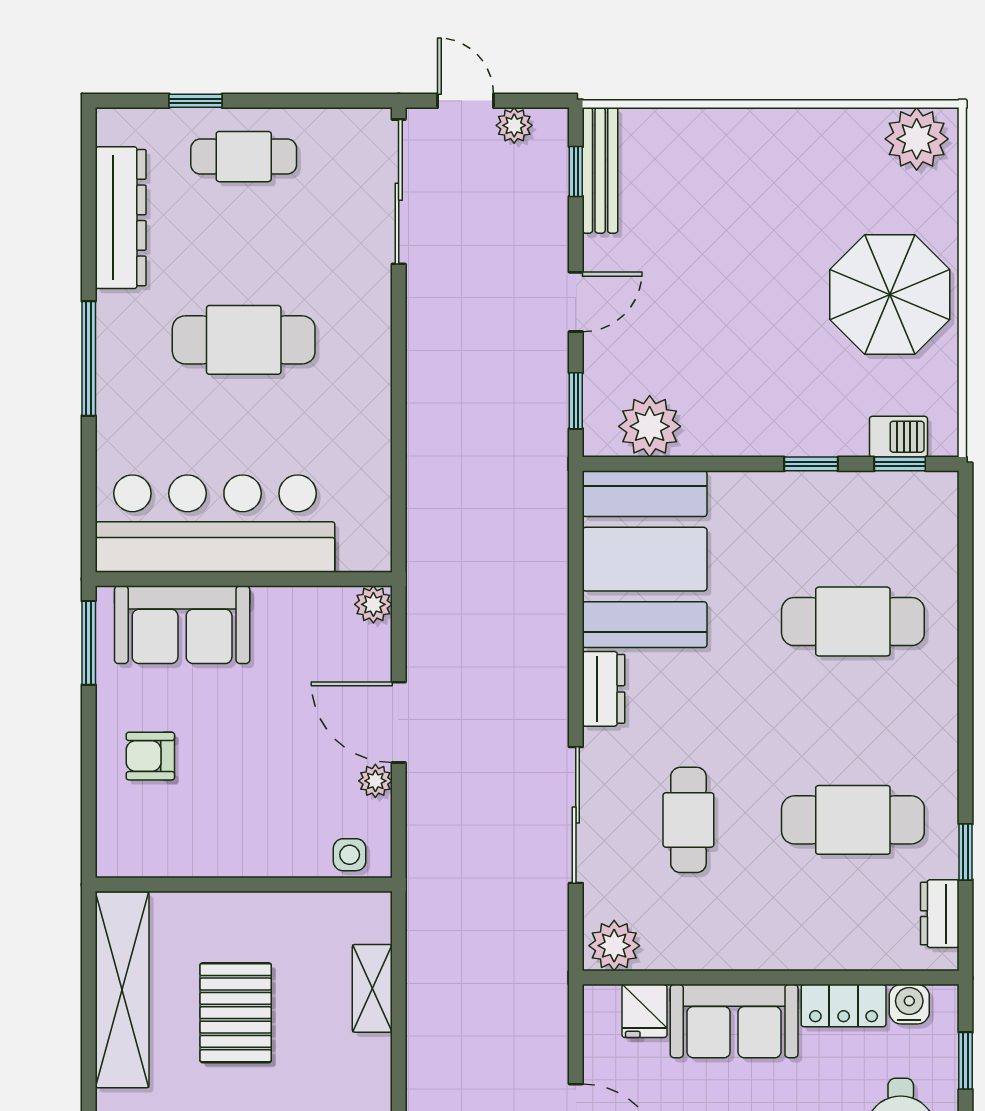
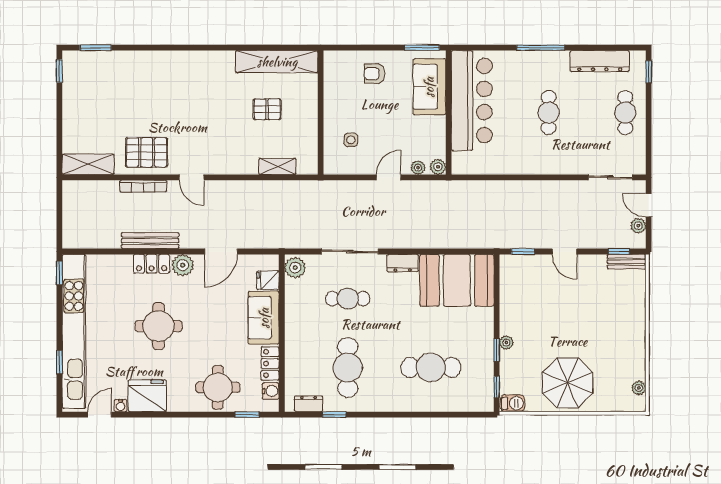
window: (196, 101) -> (649, 72), moved
door: (465, 101) -> (649, 205), swing flipped
plant: (917, 139) -> (639, 388), width x0.53, depth x0.53
bench: (600, 170) -> (627, 262), width x0.73
sliding door: (399, 192) -> (611, 177), width x0.73
cafe table: (244, 340) -> (549, 113), width x0.73, depth x0.74
plant: (650, 426) -> (506, 343), moved, width x0.53, depth x0.53
barbecue: (898, 437) -> (513, 403), moved, turned -90
cafe table: (853, 622) -> (431, 367), turned 90
door: (399, 722) -> (389, 177), width x0.73
armchair: (150, 756) -> (374, 73), turned -90
plant: (375, 781) -> (418, 168), moved
side table: (350, 855) -> (351, 140), moved
pallet: (236, 1013) -> (267, 109), width x0.67, depth x0.71

